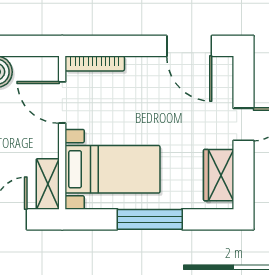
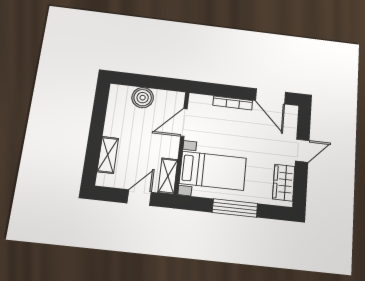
bookcase: (95, 63) -> (233, 103), moved
door: (62, 102) -> (184, 123), hinge flipped

